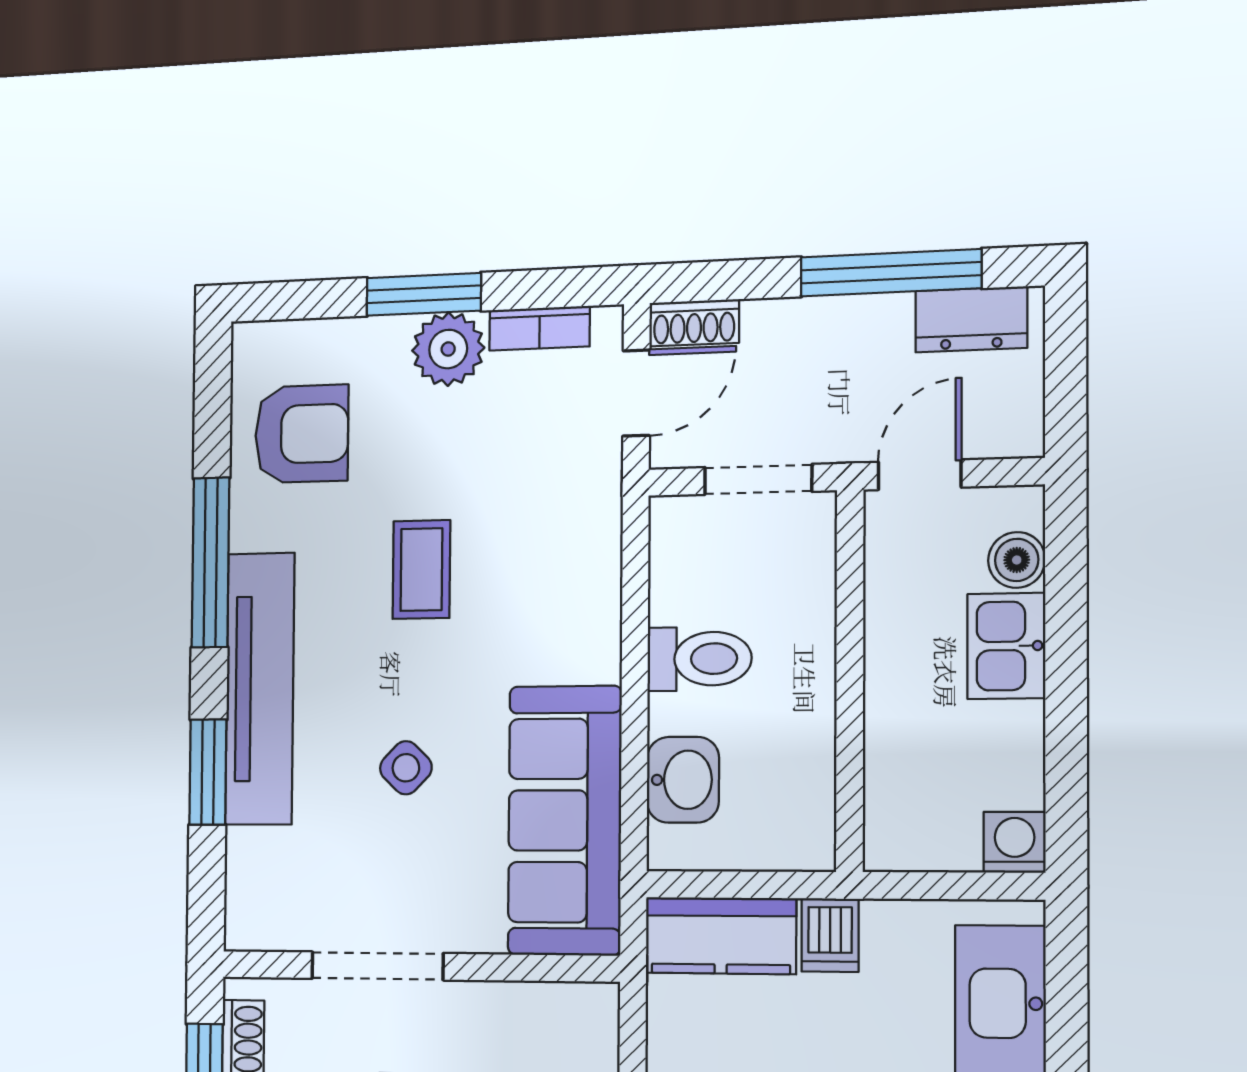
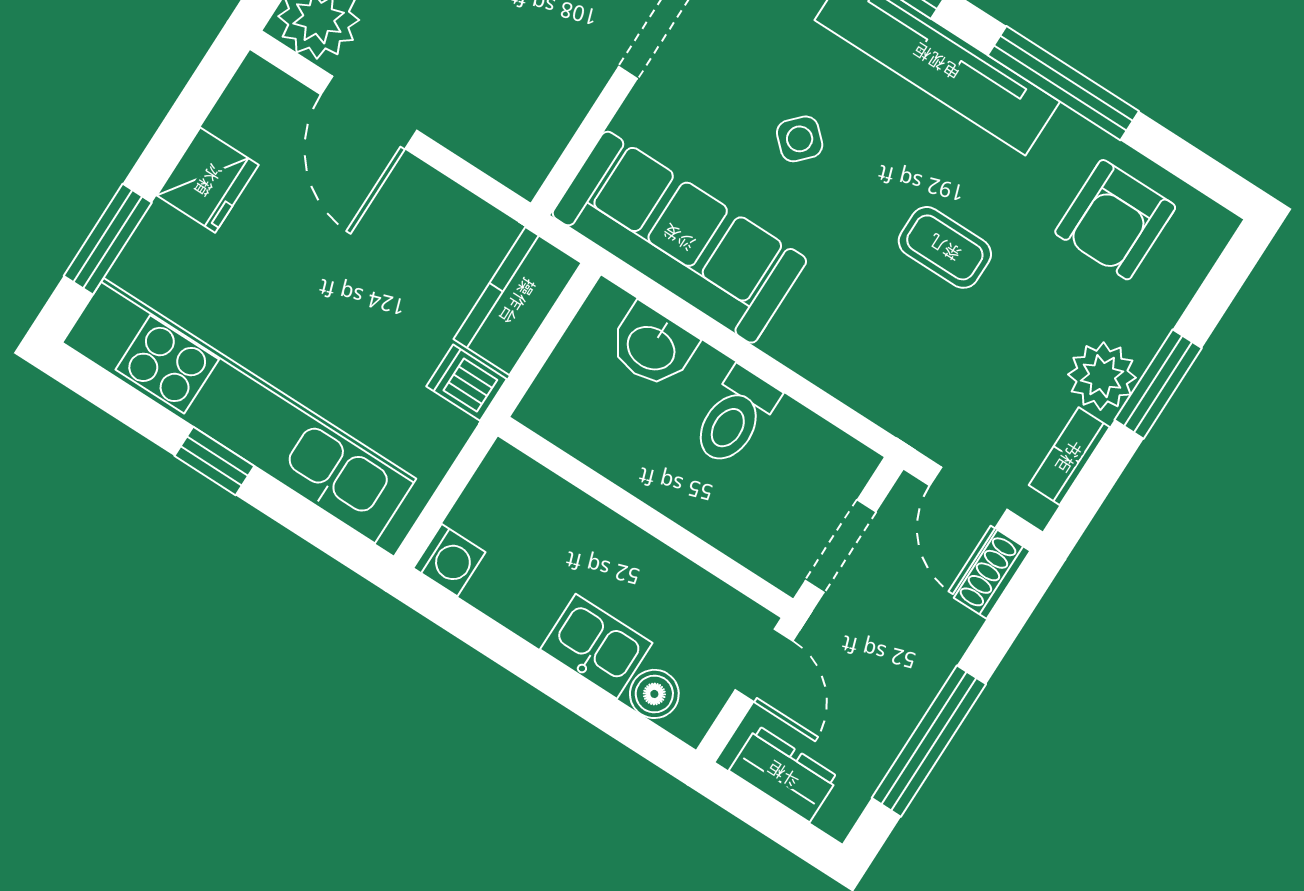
dresser: (971, 319) -> (784, 774), moved, turned 90

